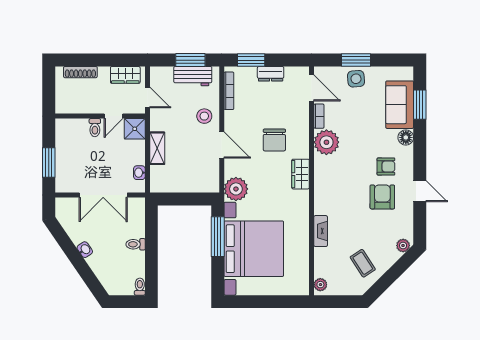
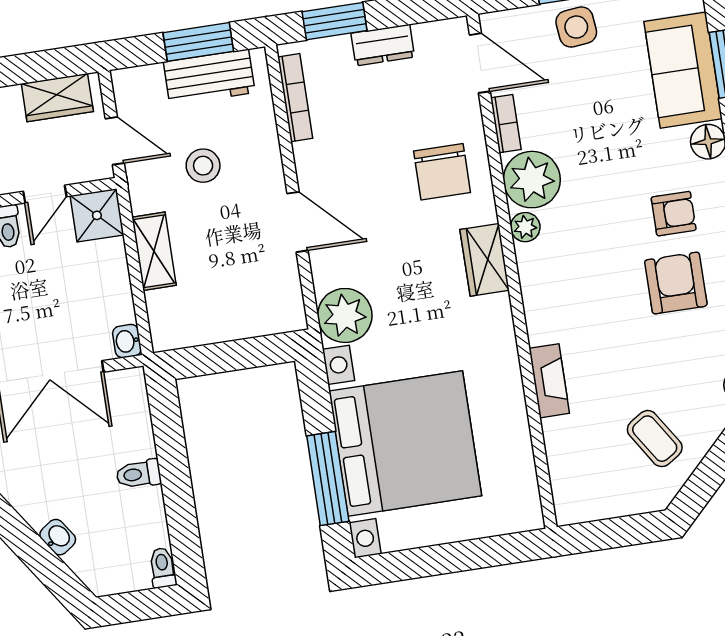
stool: (204, 116) -> (203, 166), moved
chair: (274, 140) -> (442, 172), moved
washbasin: (139, 173) -> (127, 341), moved
window: (218, 237) -> (328, 479), moved
washbasin: (85, 250) -> (58, 537), moved
plant: (320, 285) -> (525, 227), moved

